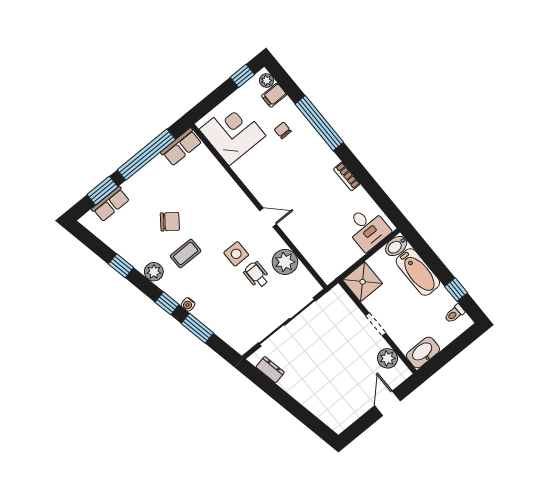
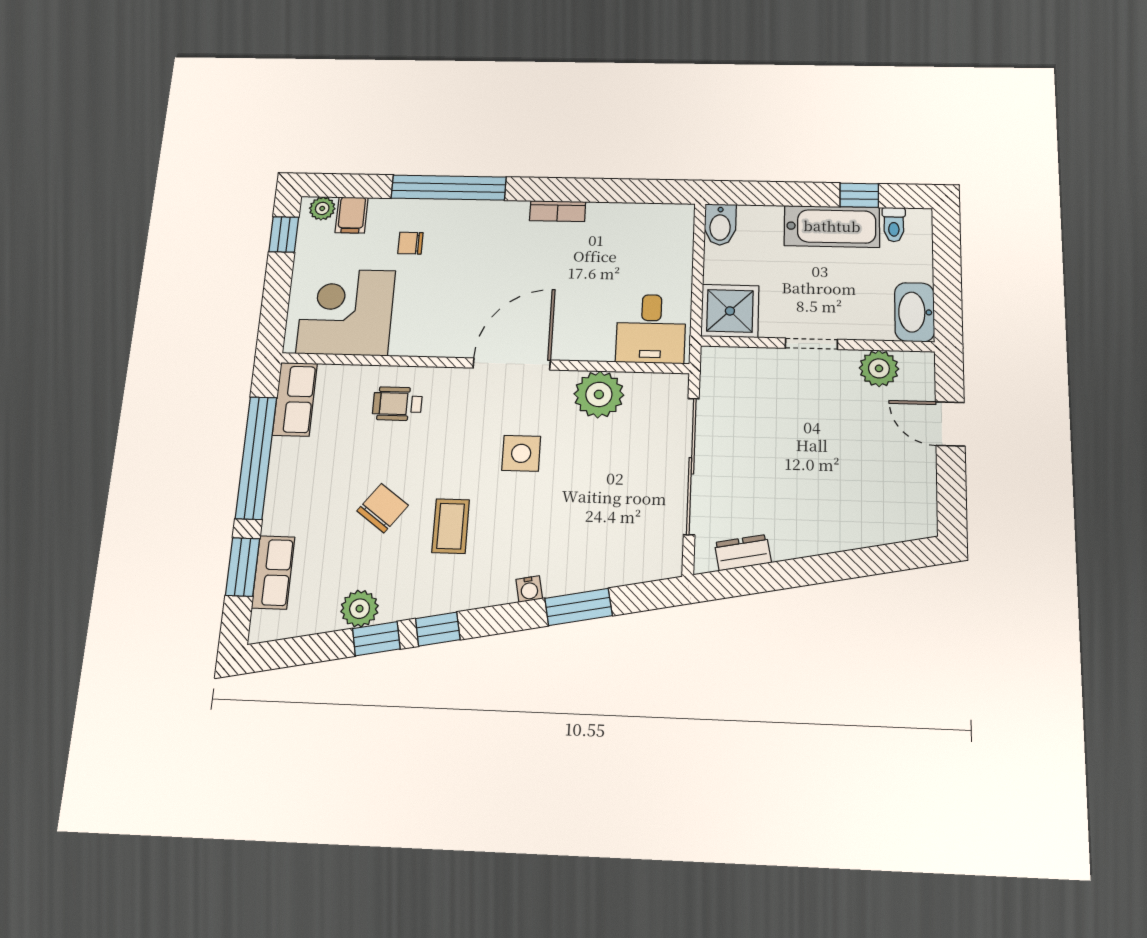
door: (268, 217) -> (512, 364), width x1.88
desk: (367, 228) -> (651, 329), moved, turned 90
plant: (154, 272) -> (360, 609), moved
bathtub: (418, 272) -> (832, 226), moved
wheelchair: (257, 275) -> (397, 404), moved
window: (167, 303) -> (438, 629), moved

